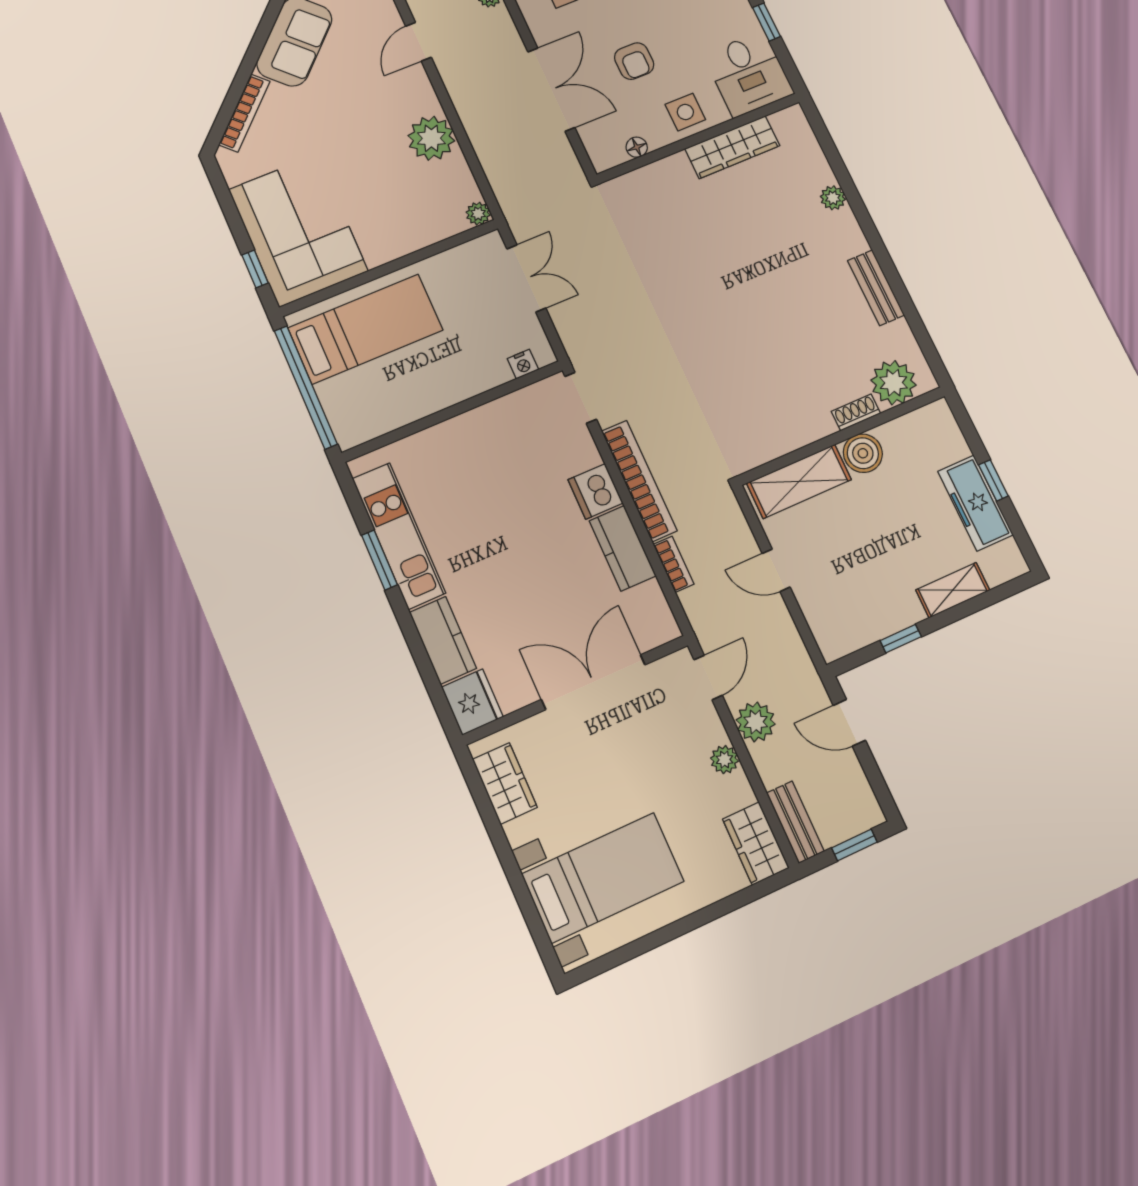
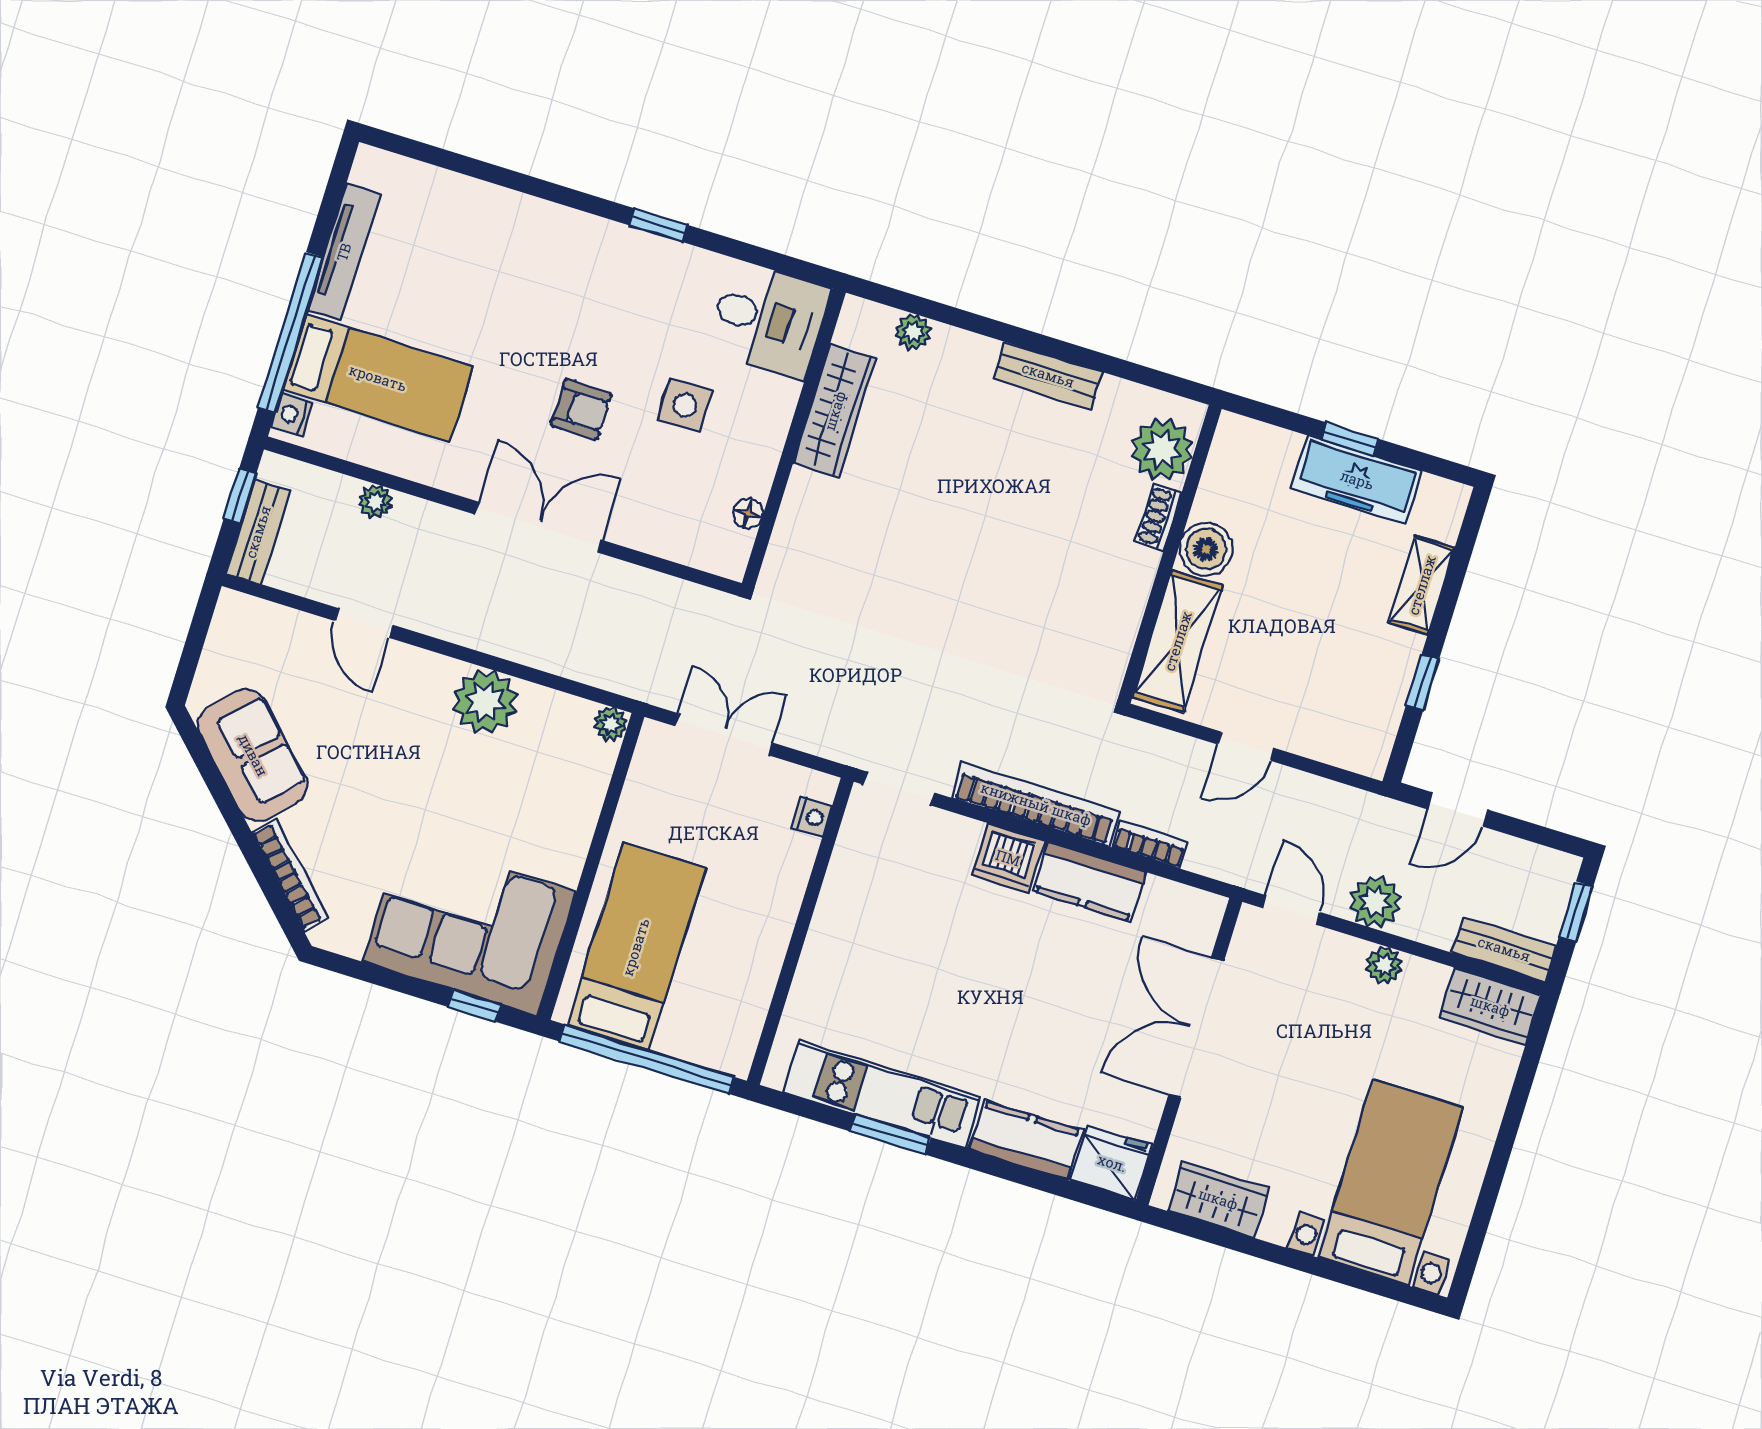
desk: (749, 74) -> (769, 319), moved
wall: (699, 138) -> (794, 438), moved
floor lamp: (637, 147) -> (748, 513), moved
wardrobe: (732, 147) -> (835, 411), moved

